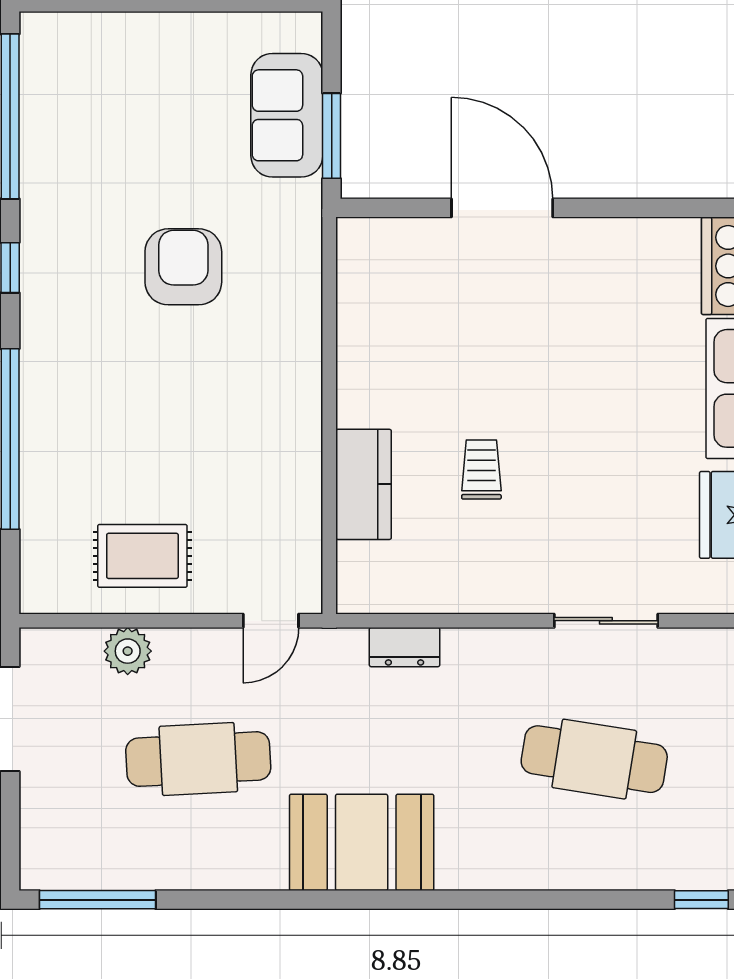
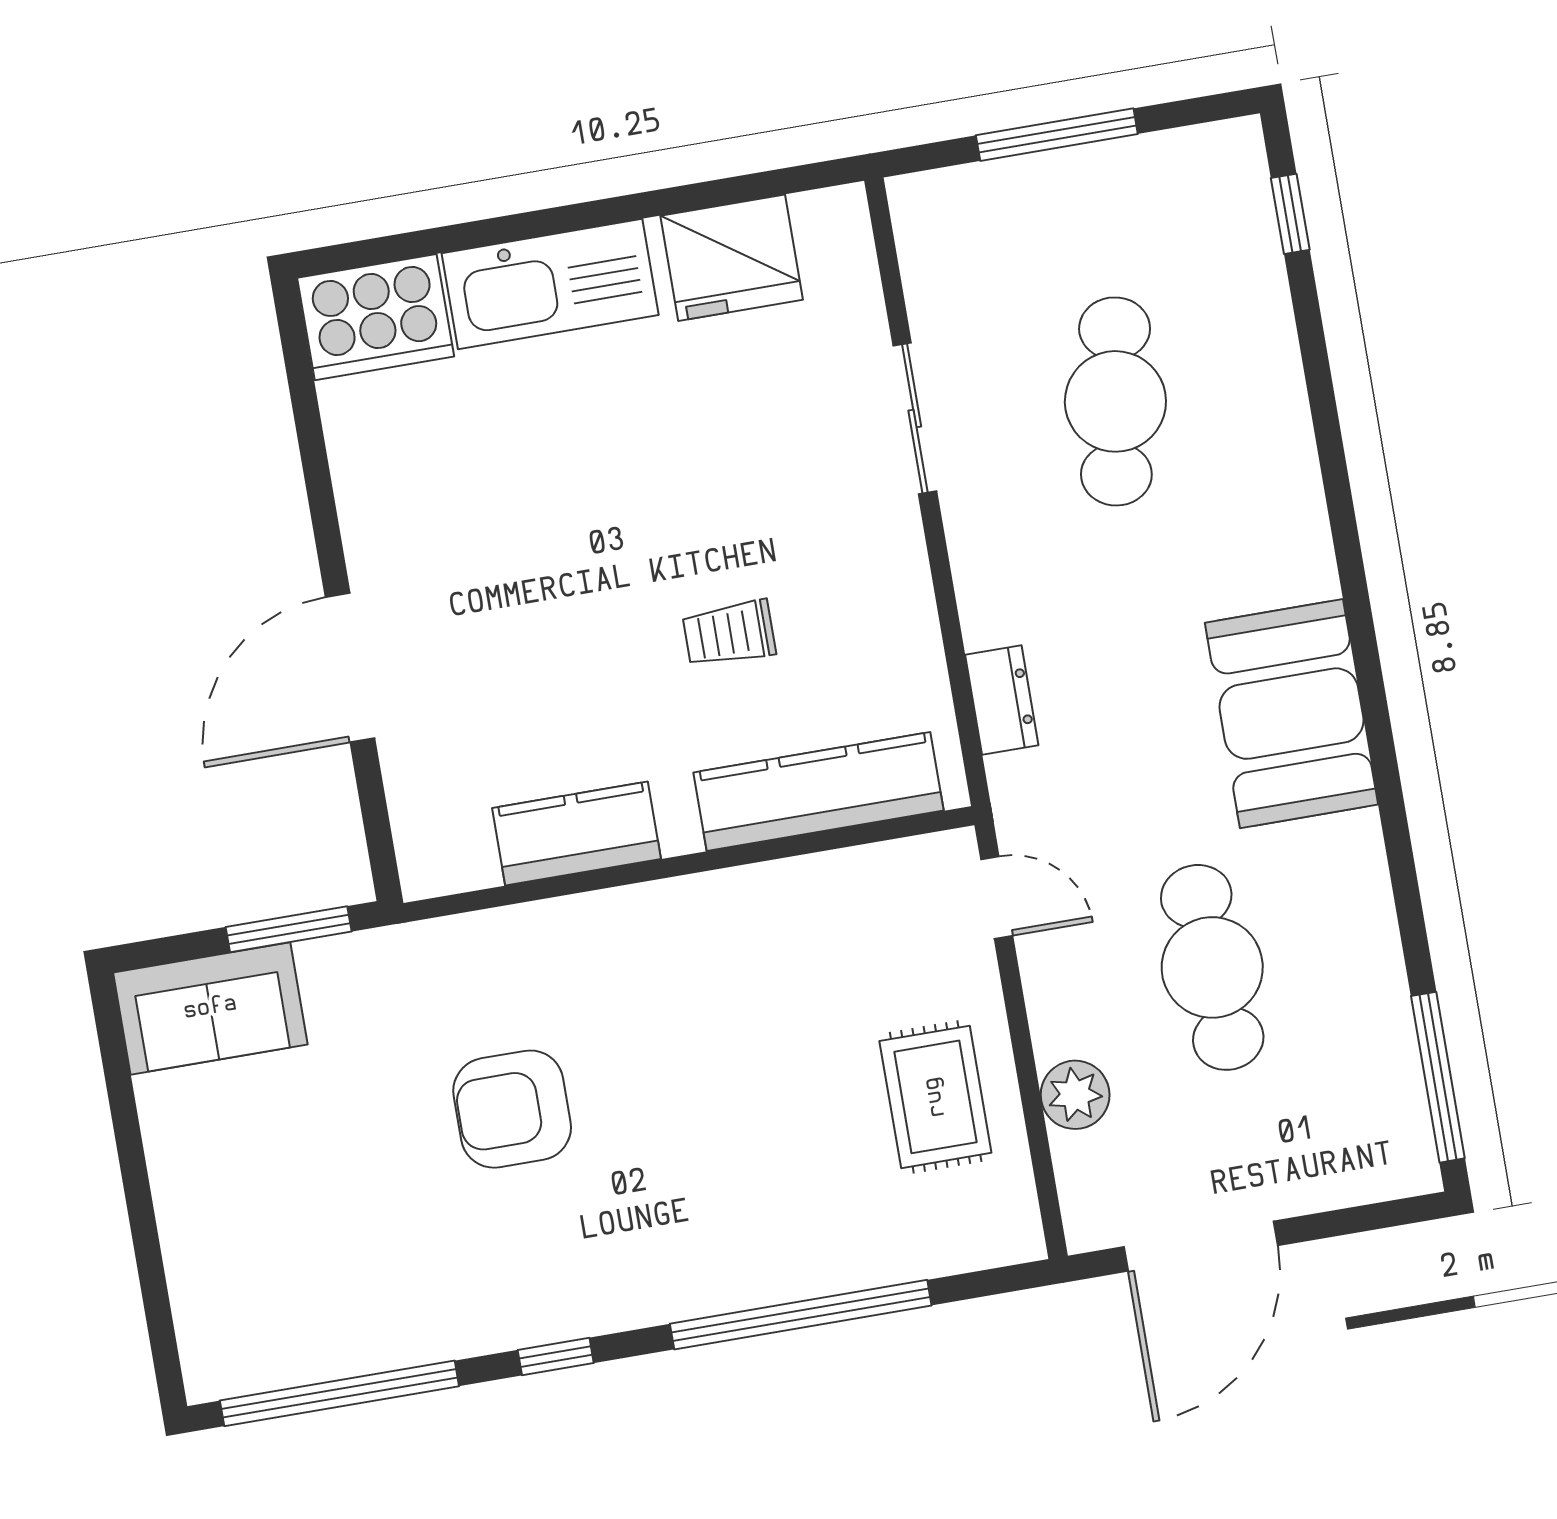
sofa: (287, 115) -> (210, 1008), moved
kitchen counter: (363, 343) -> (577, 833), added
kitchen counter: (364, 484) -> (819, 792), width x1.50

